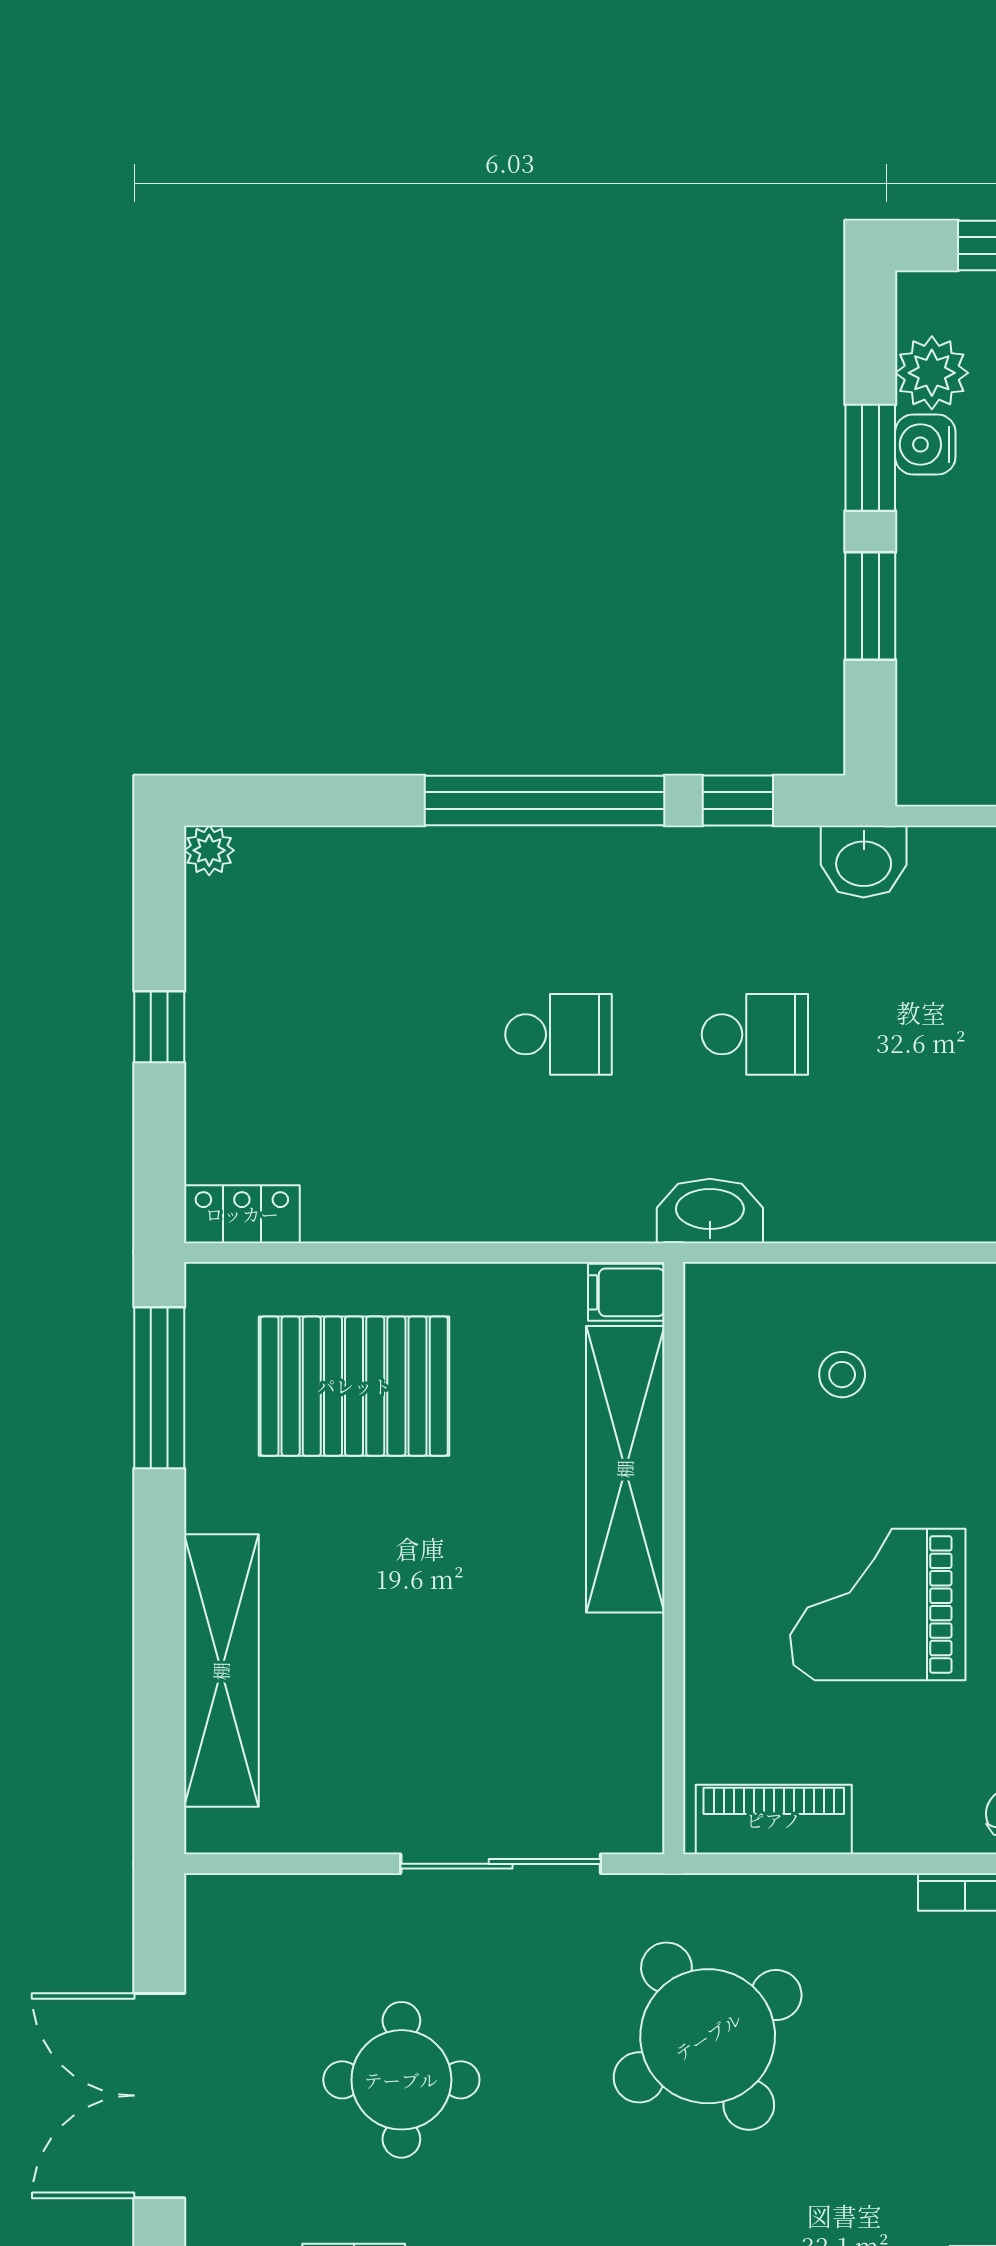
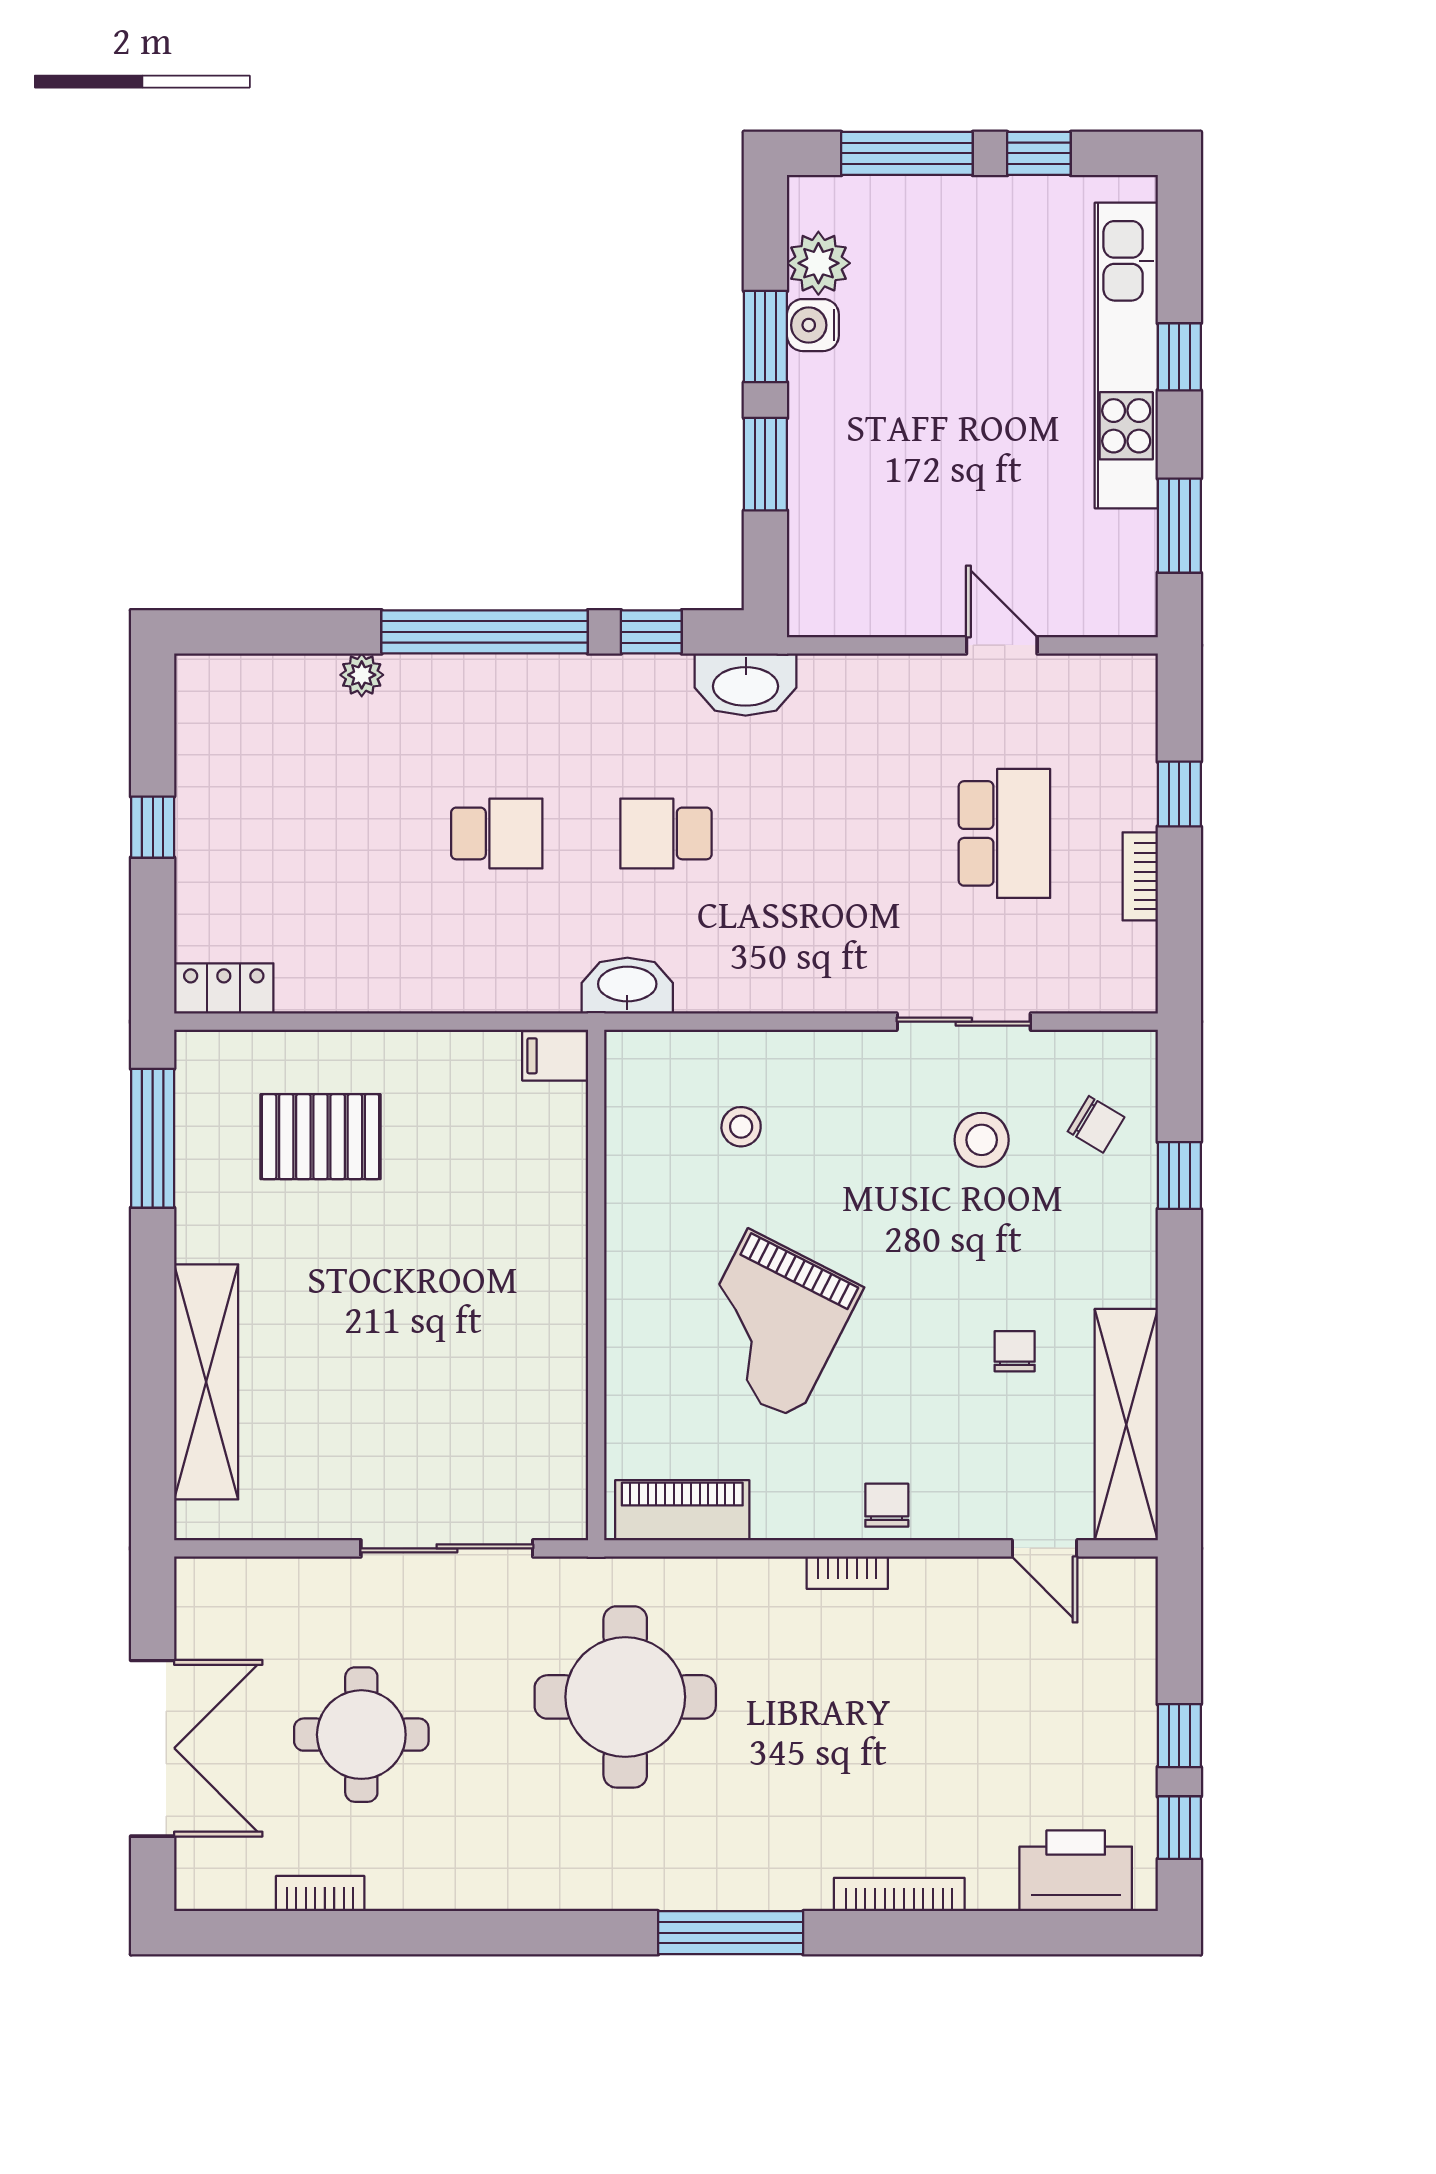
plant: (209, 850) -> (362, 675), moved
washbasin: (864, 862) -> (746, 685), width x1.38
school desk: (755, 1034) -> (666, 833), turned 180
pallet: (354, 1386) -> (321, 1137), width x0.73, depth x0.71
shelving: (625, 1469) -> (554, 1208), removed
grand piano: (878, 1604) -> (772, 1325), turned -63
round table: (708, 2036) -> (625, 1697), turned 31
double door: (159, 2096) -> (153, 1748), swing flipped

